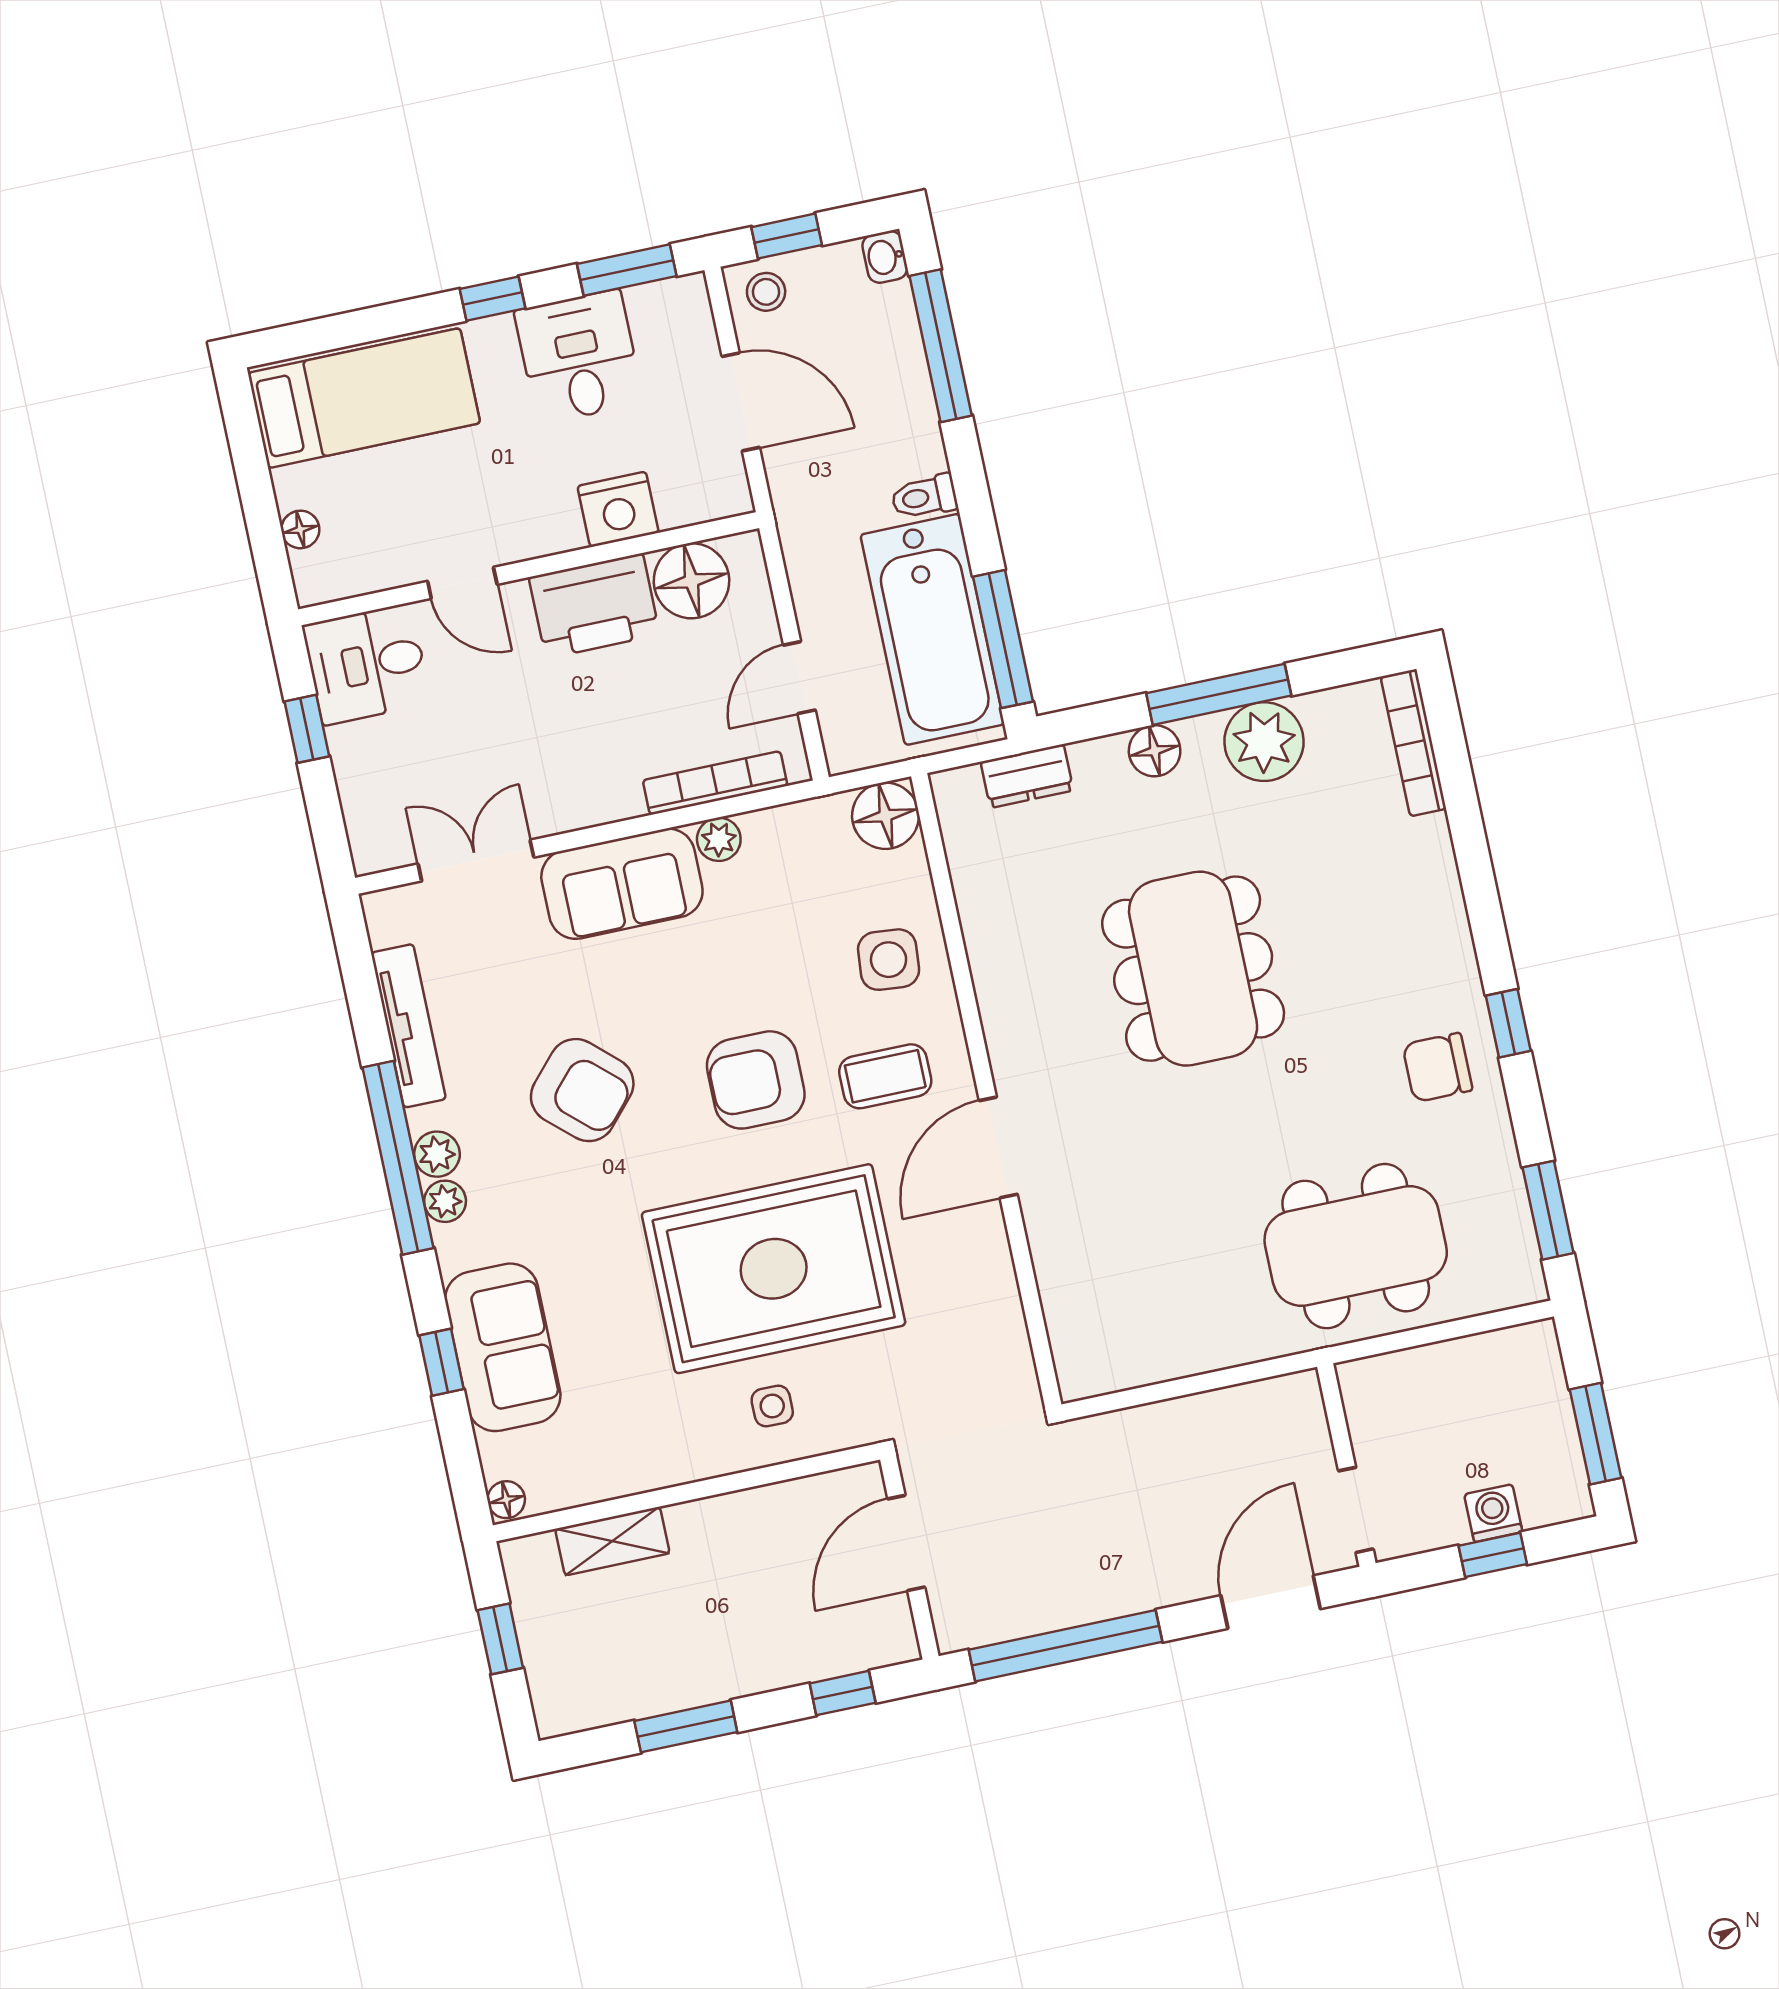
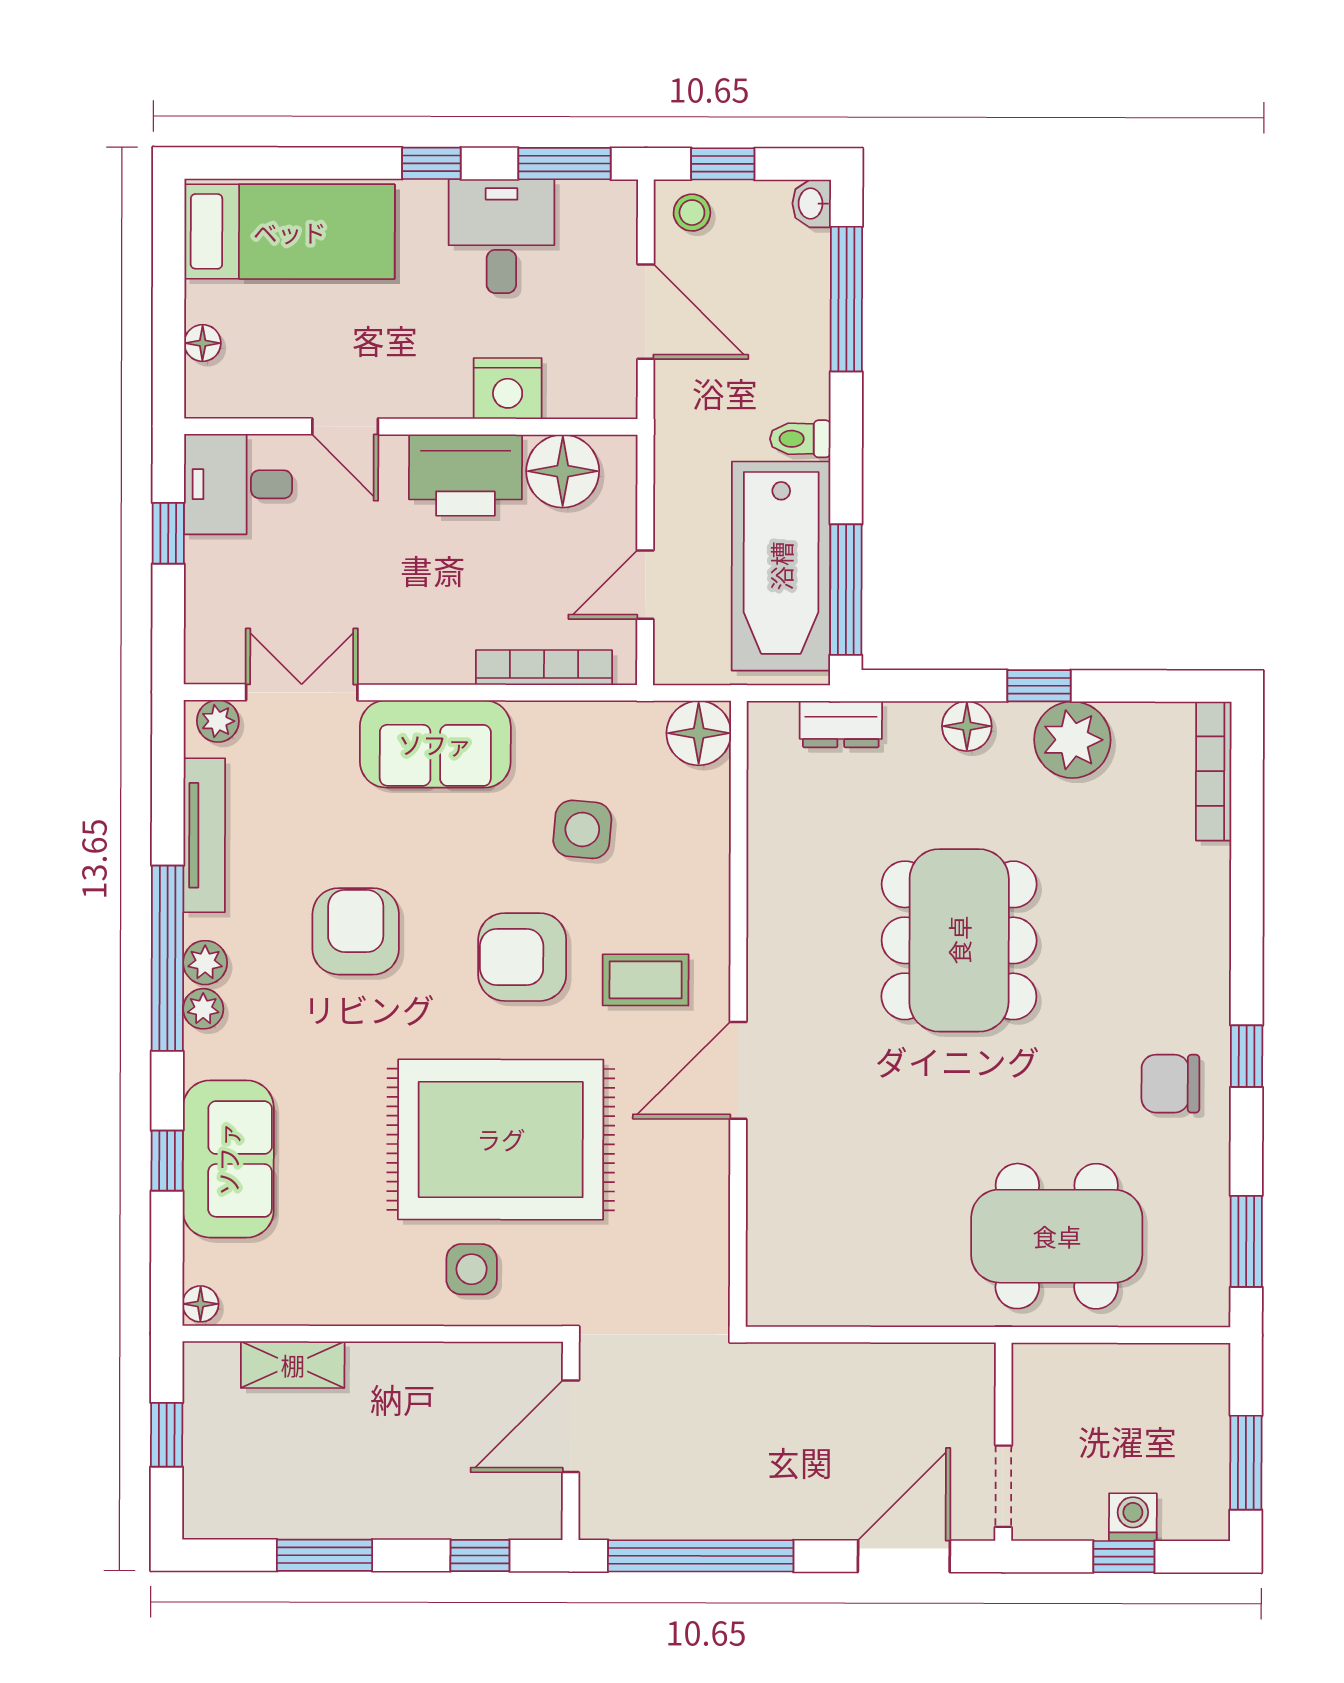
window: (1219, 694) -> (1039, 686), width x0.46
plant: (719, 839) -> (218, 721), moved
side table: (889, 960) -> (582, 829), moved
armchair: (582, 1090) -> (356, 931), turned -132
side table: (772, 1406) -> (472, 1269), width x1.37, depth x1.37

